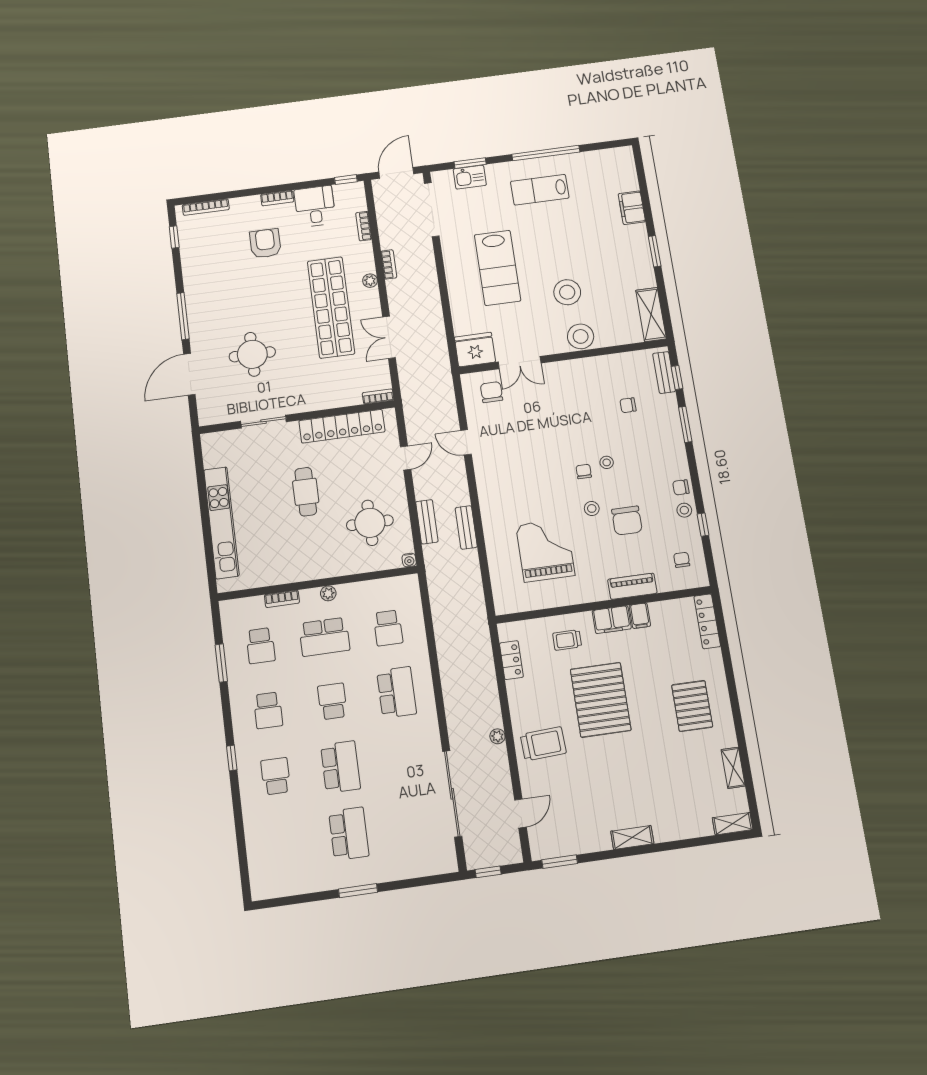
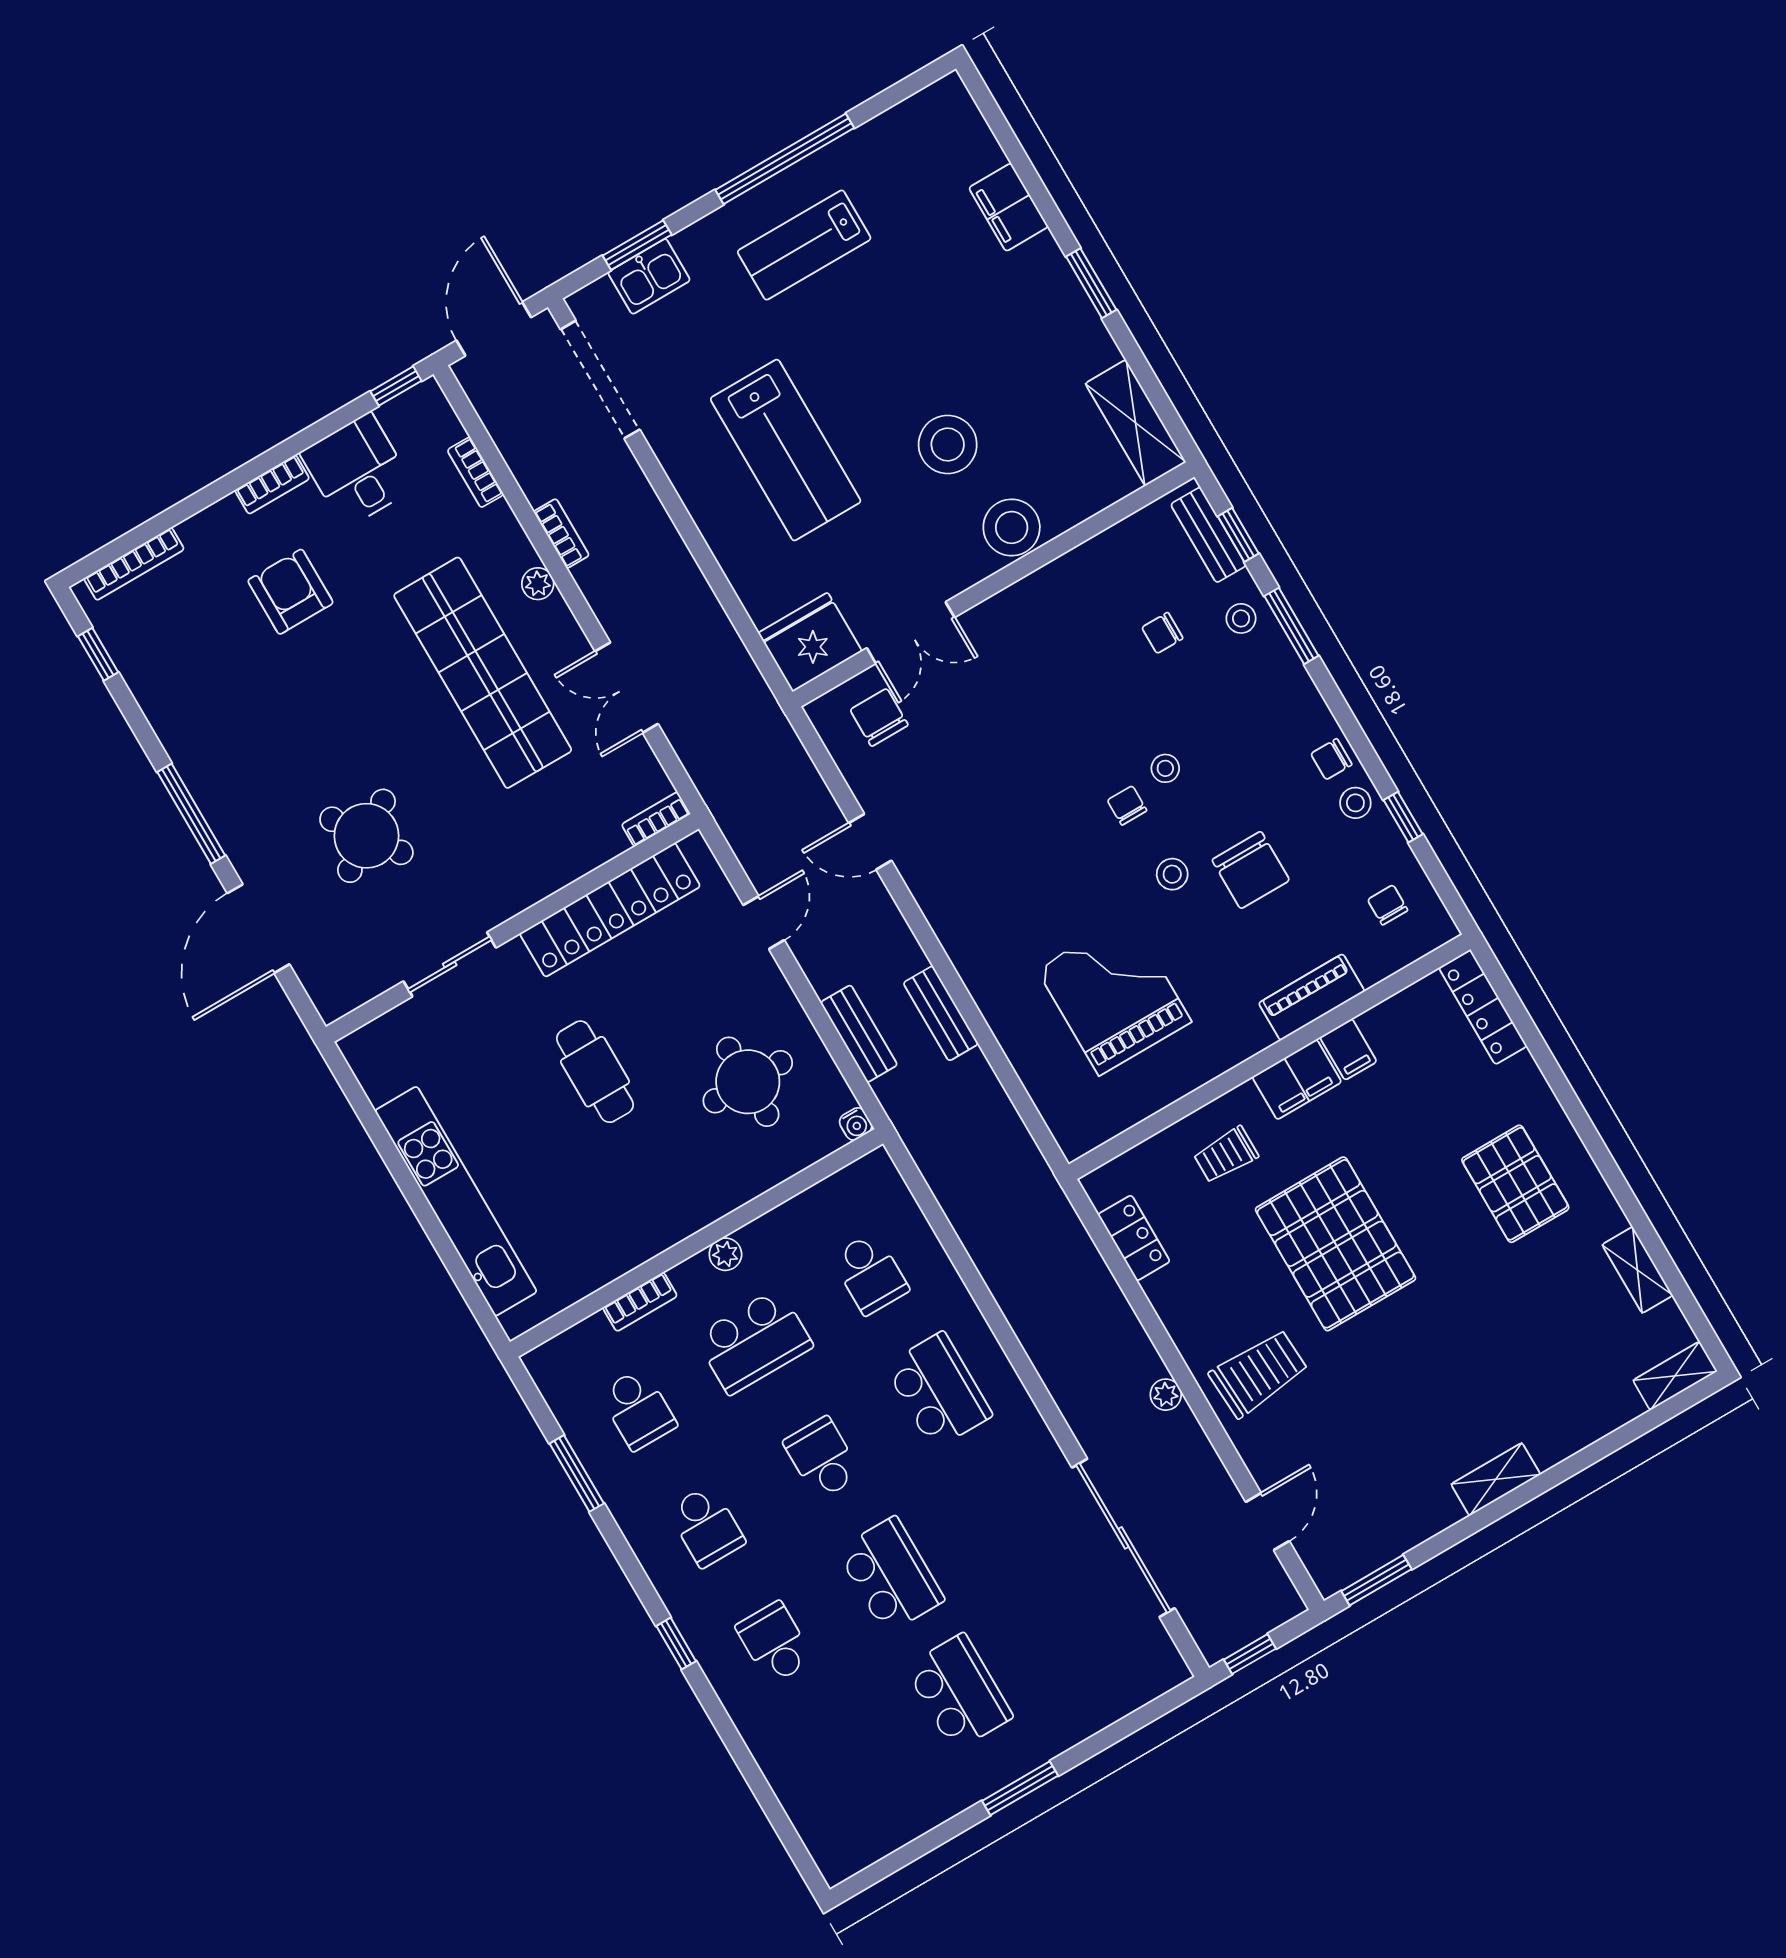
round table: (252, 354) -> (366, 836), turned -34
stool: (665, 413) -> (1241, 618), added

